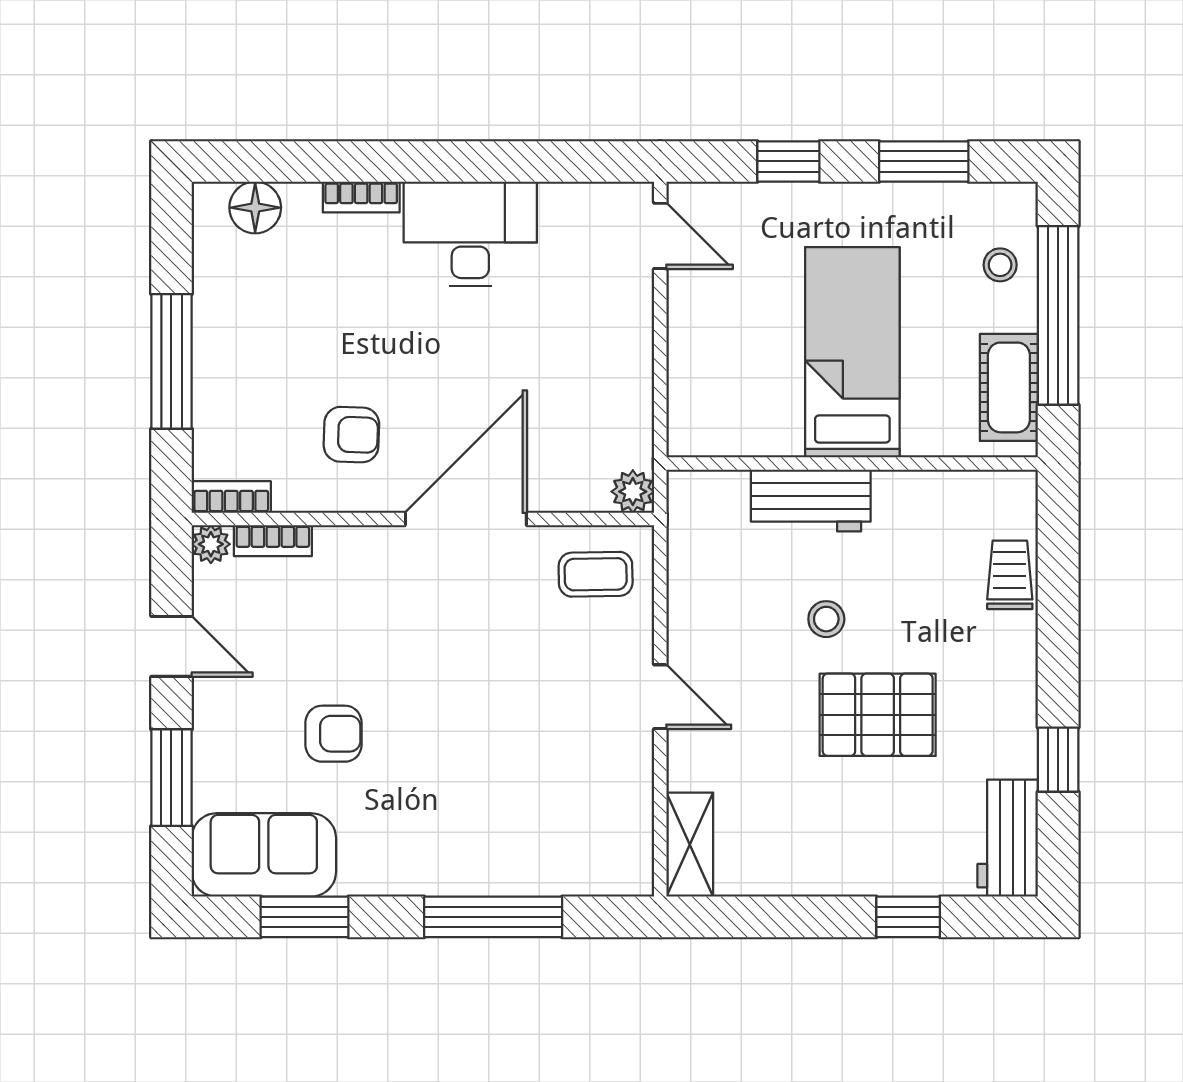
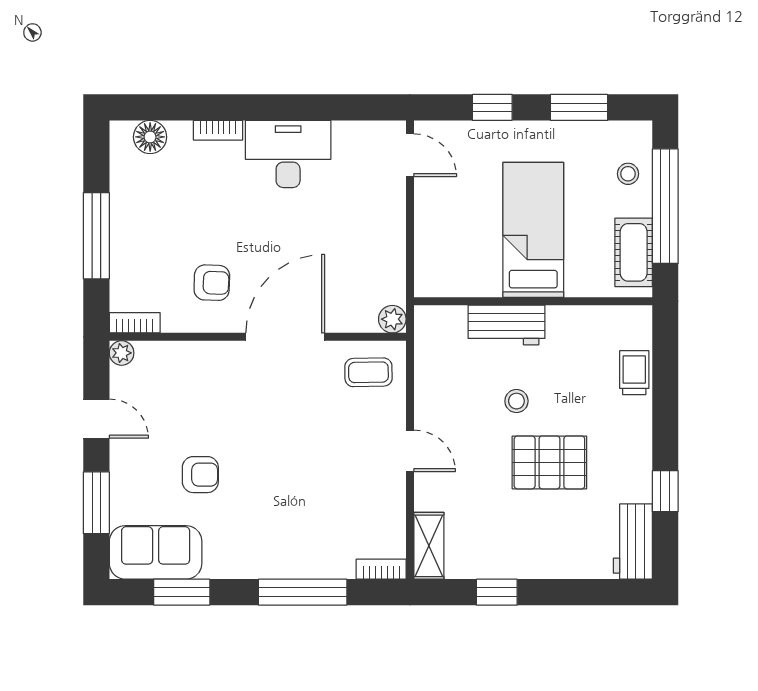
bookcase: (273, 541) -> (381, 569), moved, turned 180
window: (908, 917) -> (497, 592), moved

